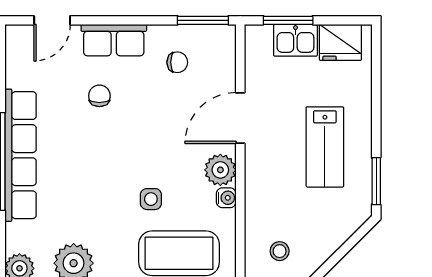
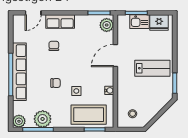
chair: (177, 62) -> (56, 83), moved
lab bench: (325, 147) -> (152, 68), turned -90
plant: (220, 170) -> (107, 25), moved

